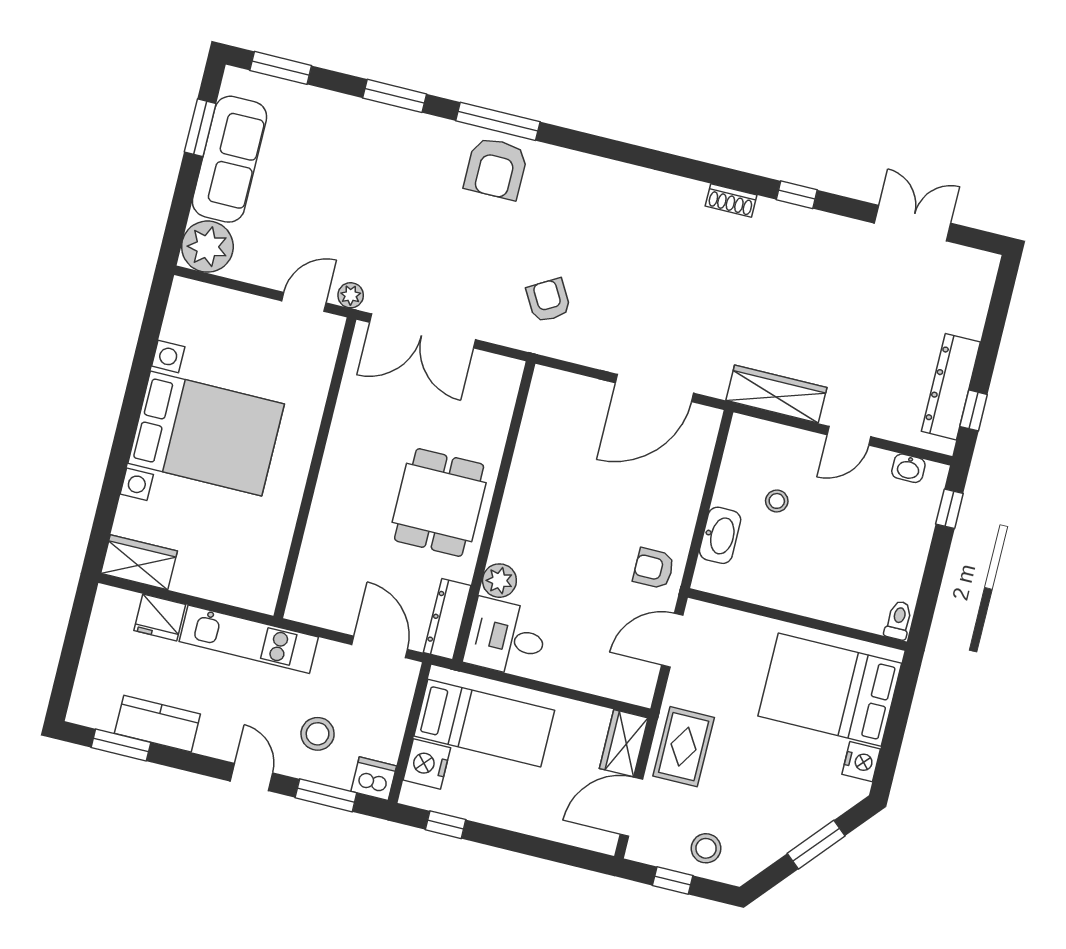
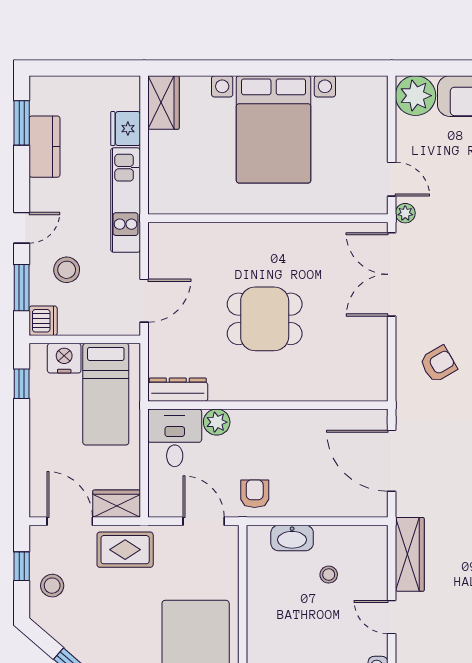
wall: (494, 512) -> (268, 405), moved
plant: (499, 581) -> (217, 422), moved
dresser: (447, 619) -> (178, 390), moved
desk: (506, 638) -> (175, 438), moved

